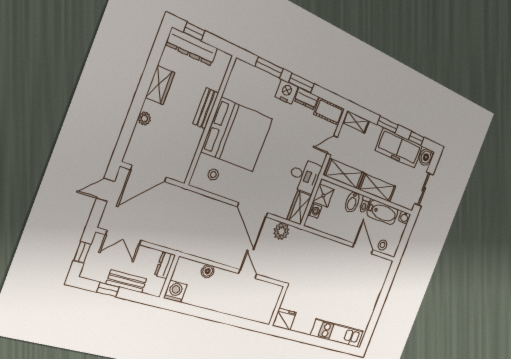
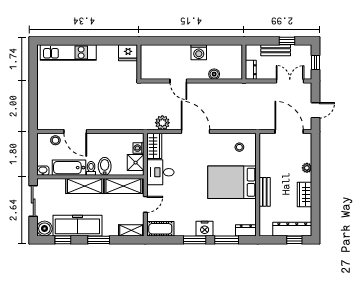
dresser: (306, 99) -> (246, 230), moved
bed: (237, 135) -> (232, 182), width x0.73
door: (149, 173) -> (289, 132), hinge flipped
washing machine: (175, 291) -> (199, 52), moved

